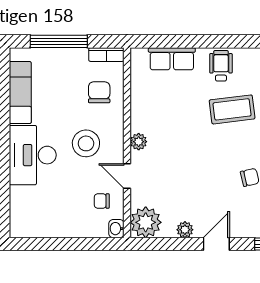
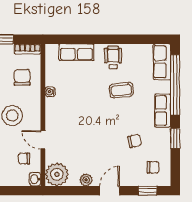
coffee table: (232, 109) -> (121, 90), width x0.73, depth x0.77
water cooler: (137, 112) -> (50, 92), added
plant: (139, 142) -> (52, 114), removed

